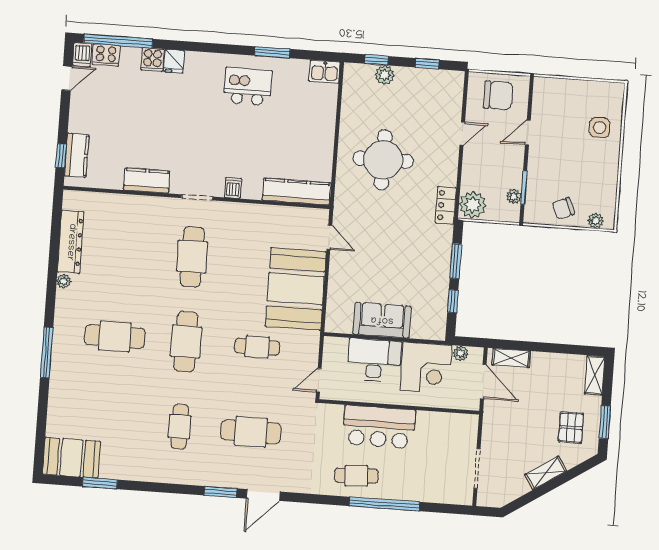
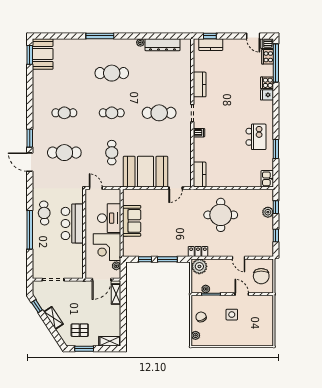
side table: (600, 128) -> (232, 315), moved
kitchen counter: (297, 192) -> (200, 174), width x0.67
cafe table: (115, 336) -> (112, 73), turned 90
cafe table: (186, 342) -> (112, 113), width x0.73, depth x0.74
cafe table: (251, 432) -> (64, 153), turned 90
window: (100, 483) -> (30, 55), moved
window: (522, 501) -> (37, 306), added

